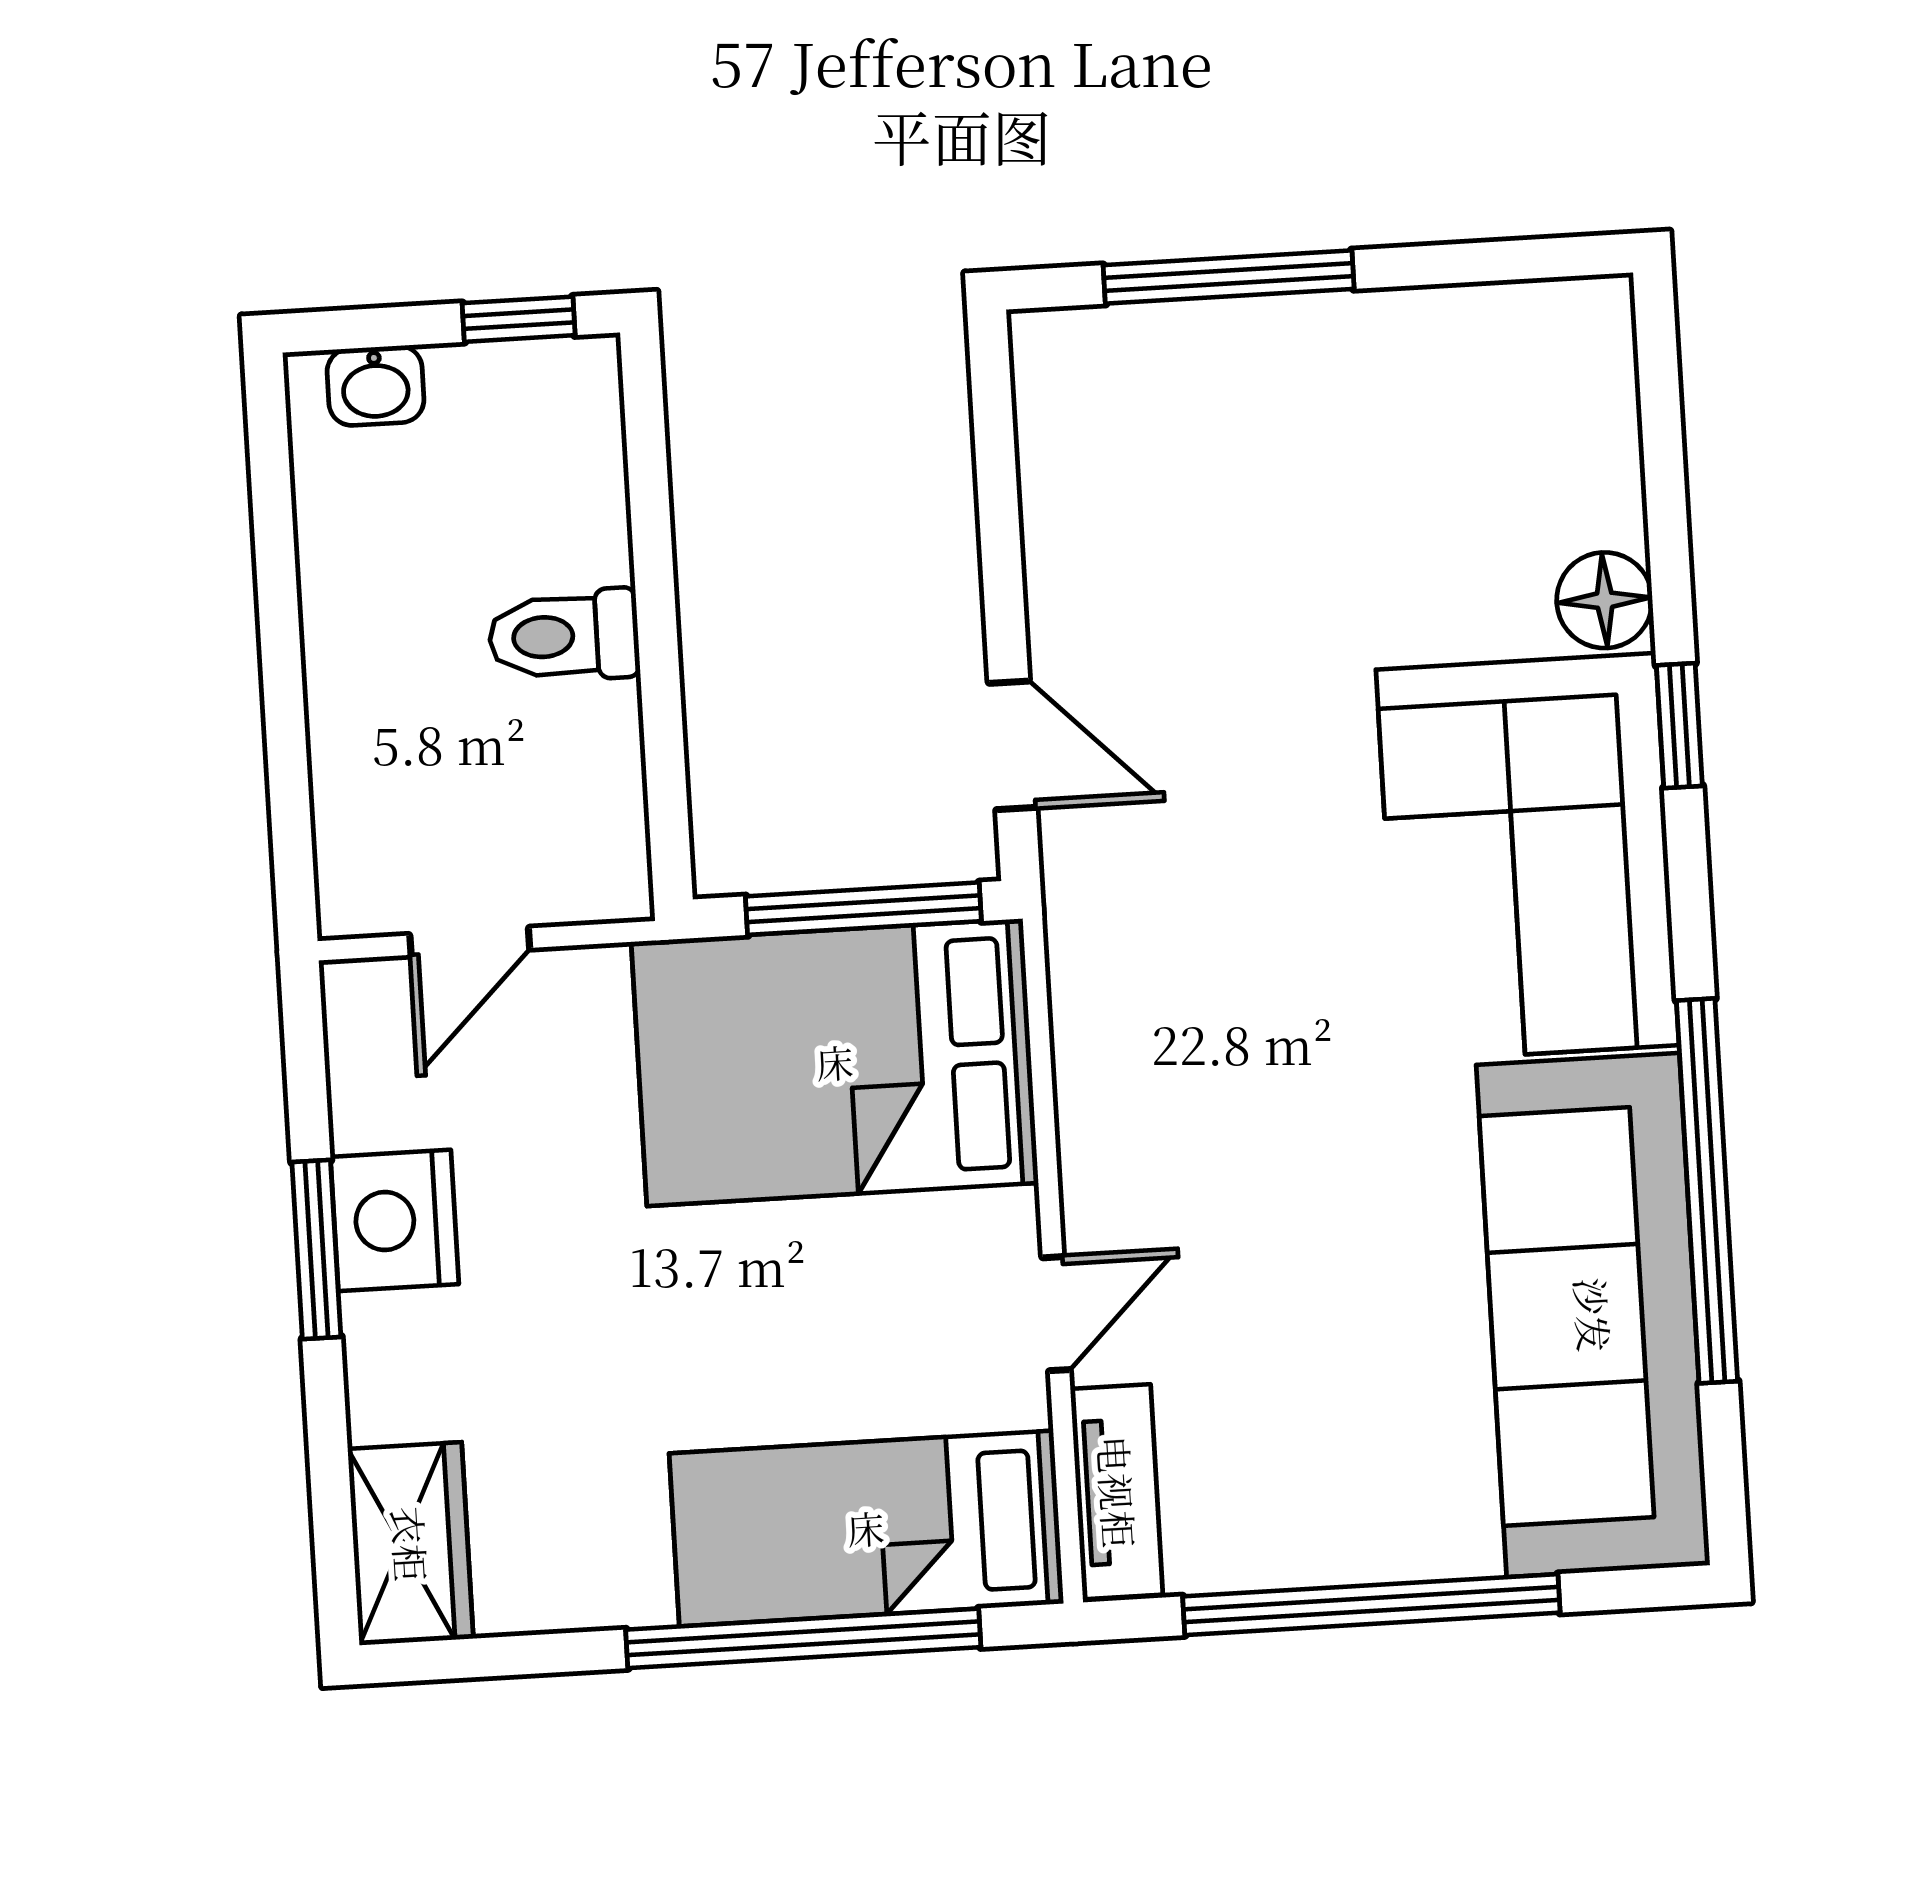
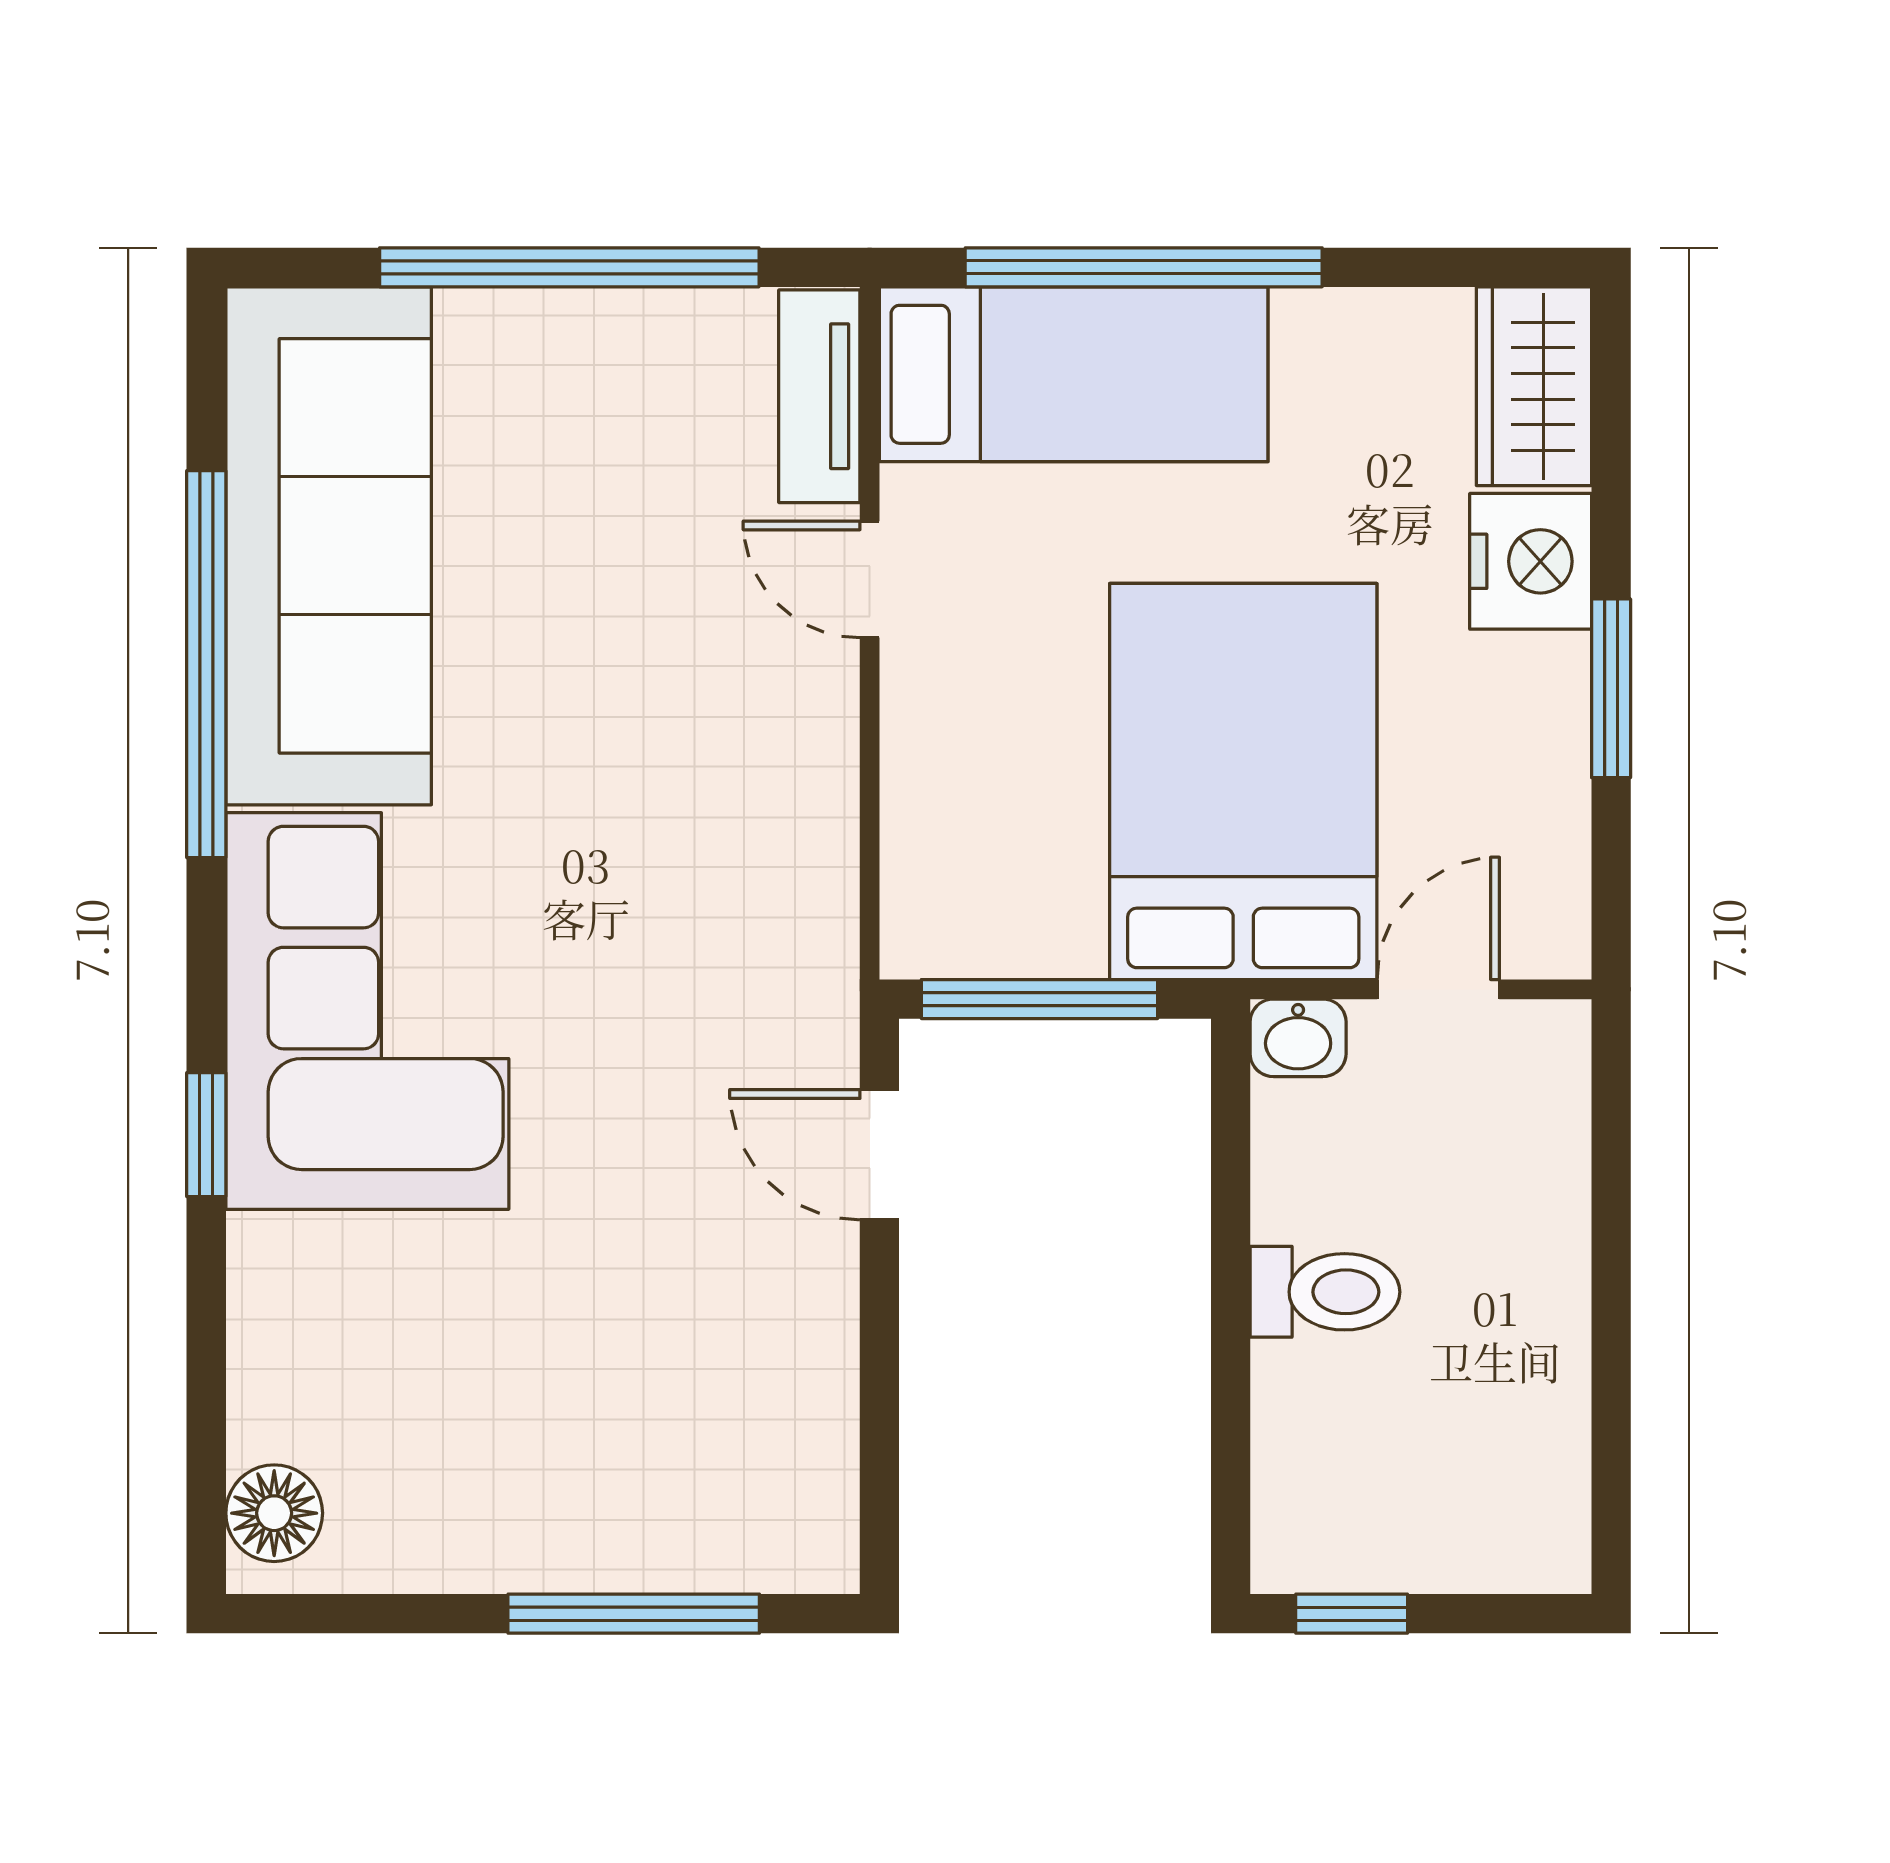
washbasin: (376, 386) -> (1298, 1038), moved, turned 180
floor lamp: (1605, 600) -> (274, 1513), moved
bed: (835, 1062) -> (1243, 781), moved, turned -90
nightstand: (395, 1220) -> (1531, 561), moved
door: (1056, 1314) -> (870, 579), hinge flipped

